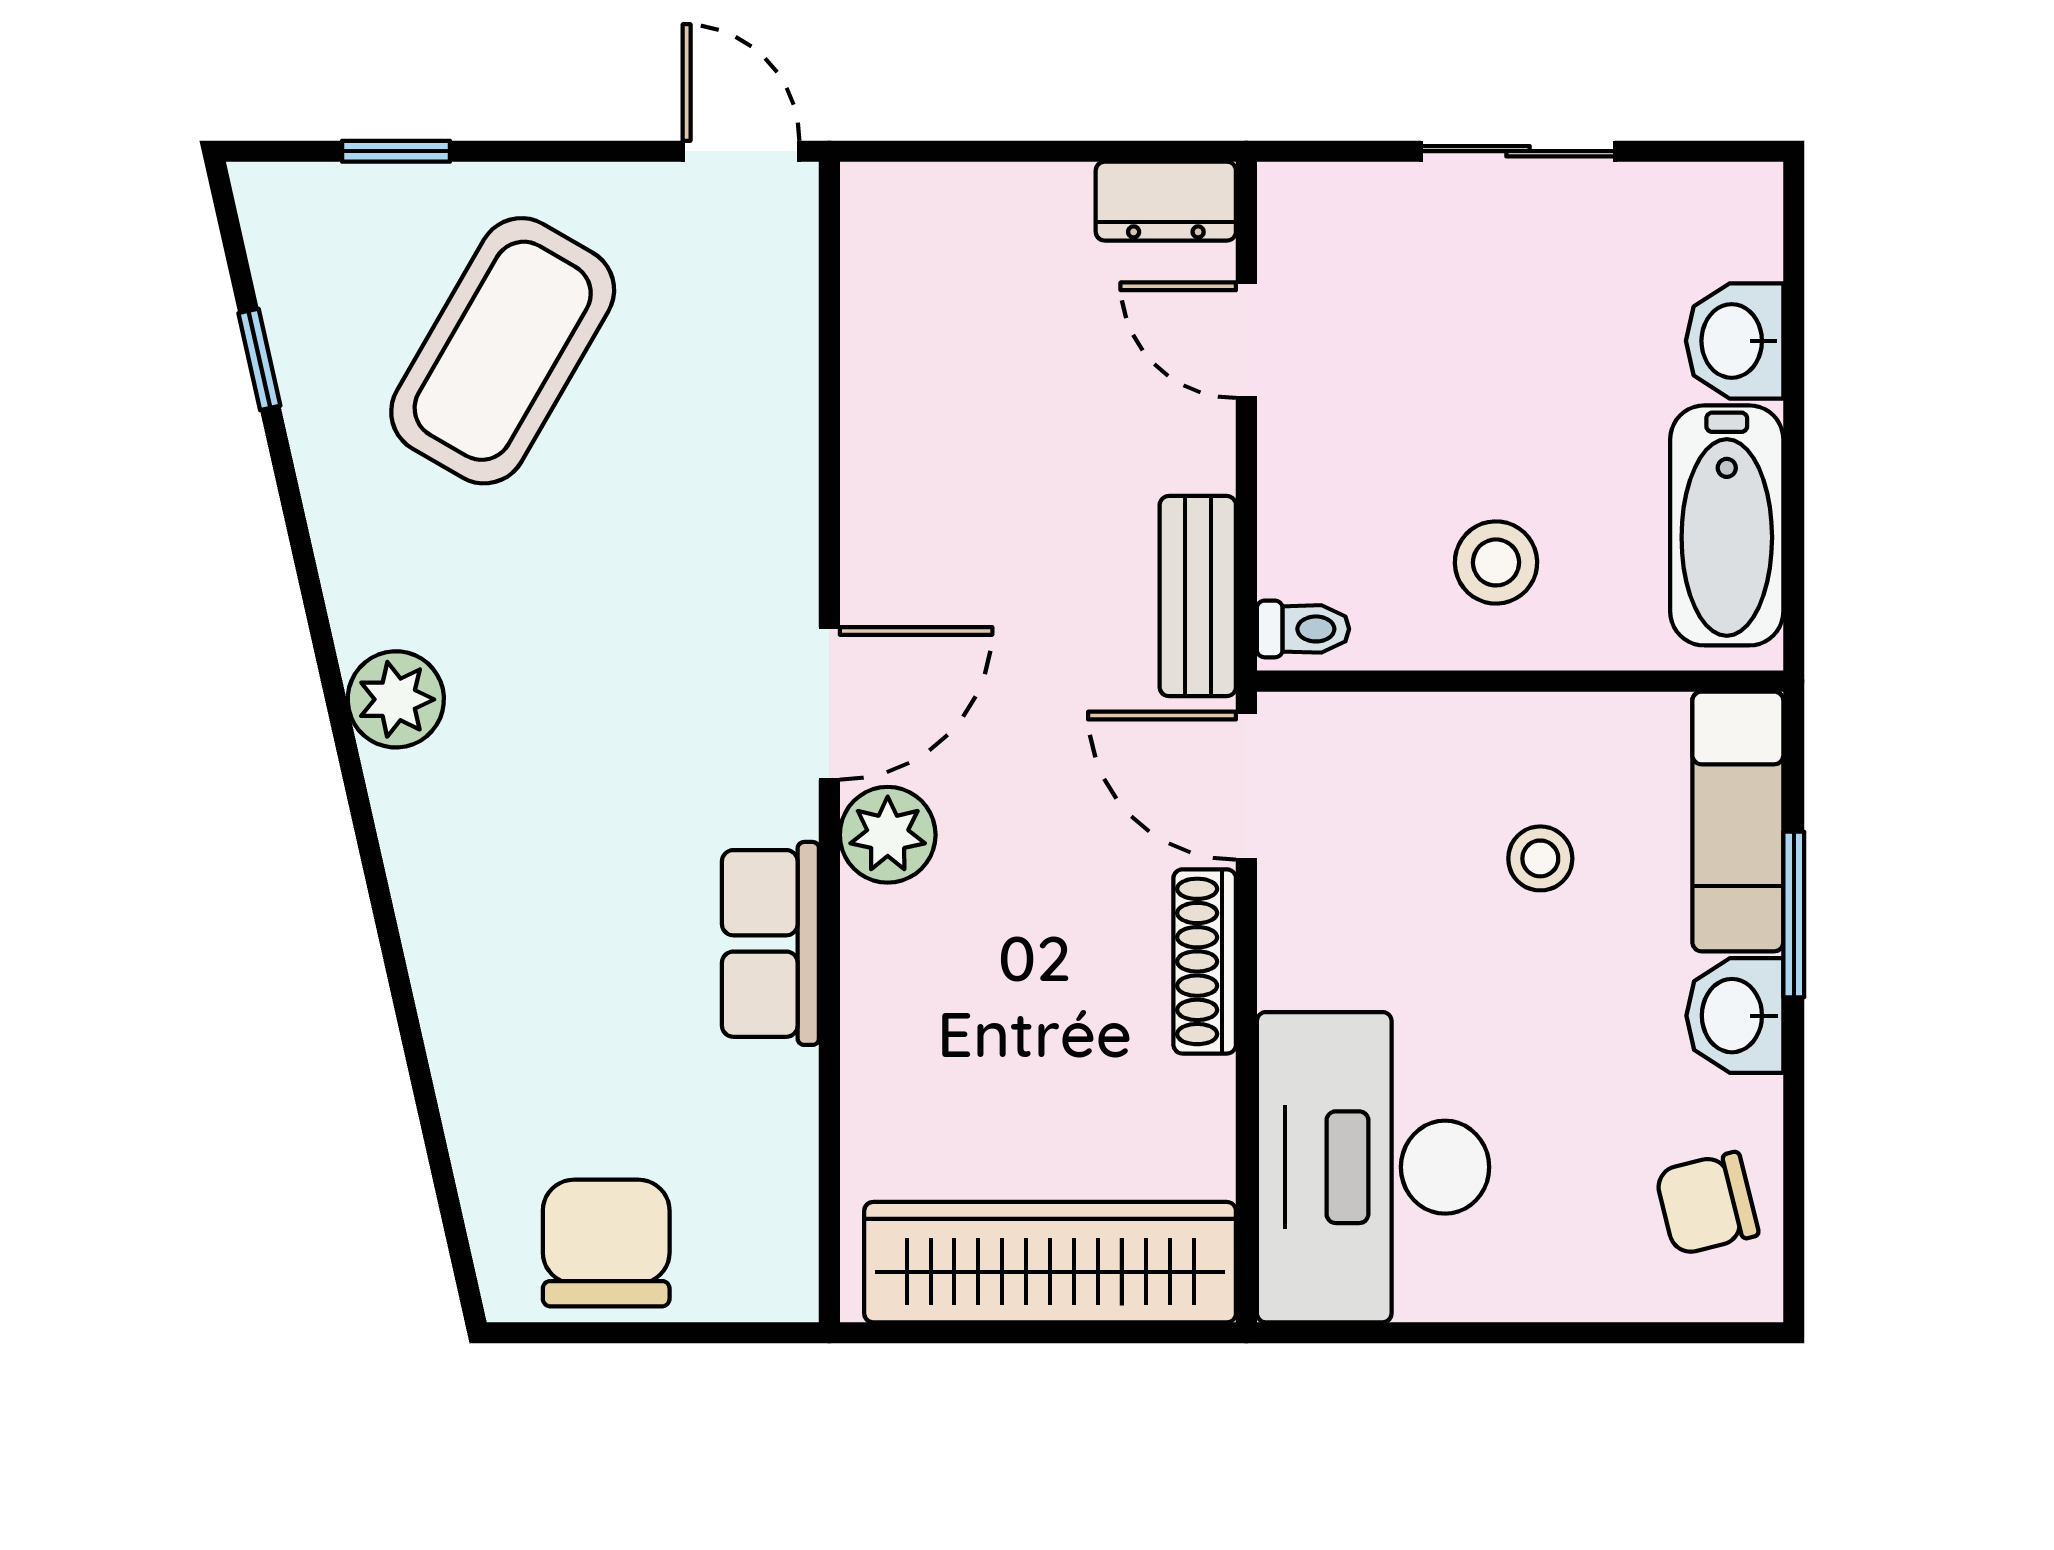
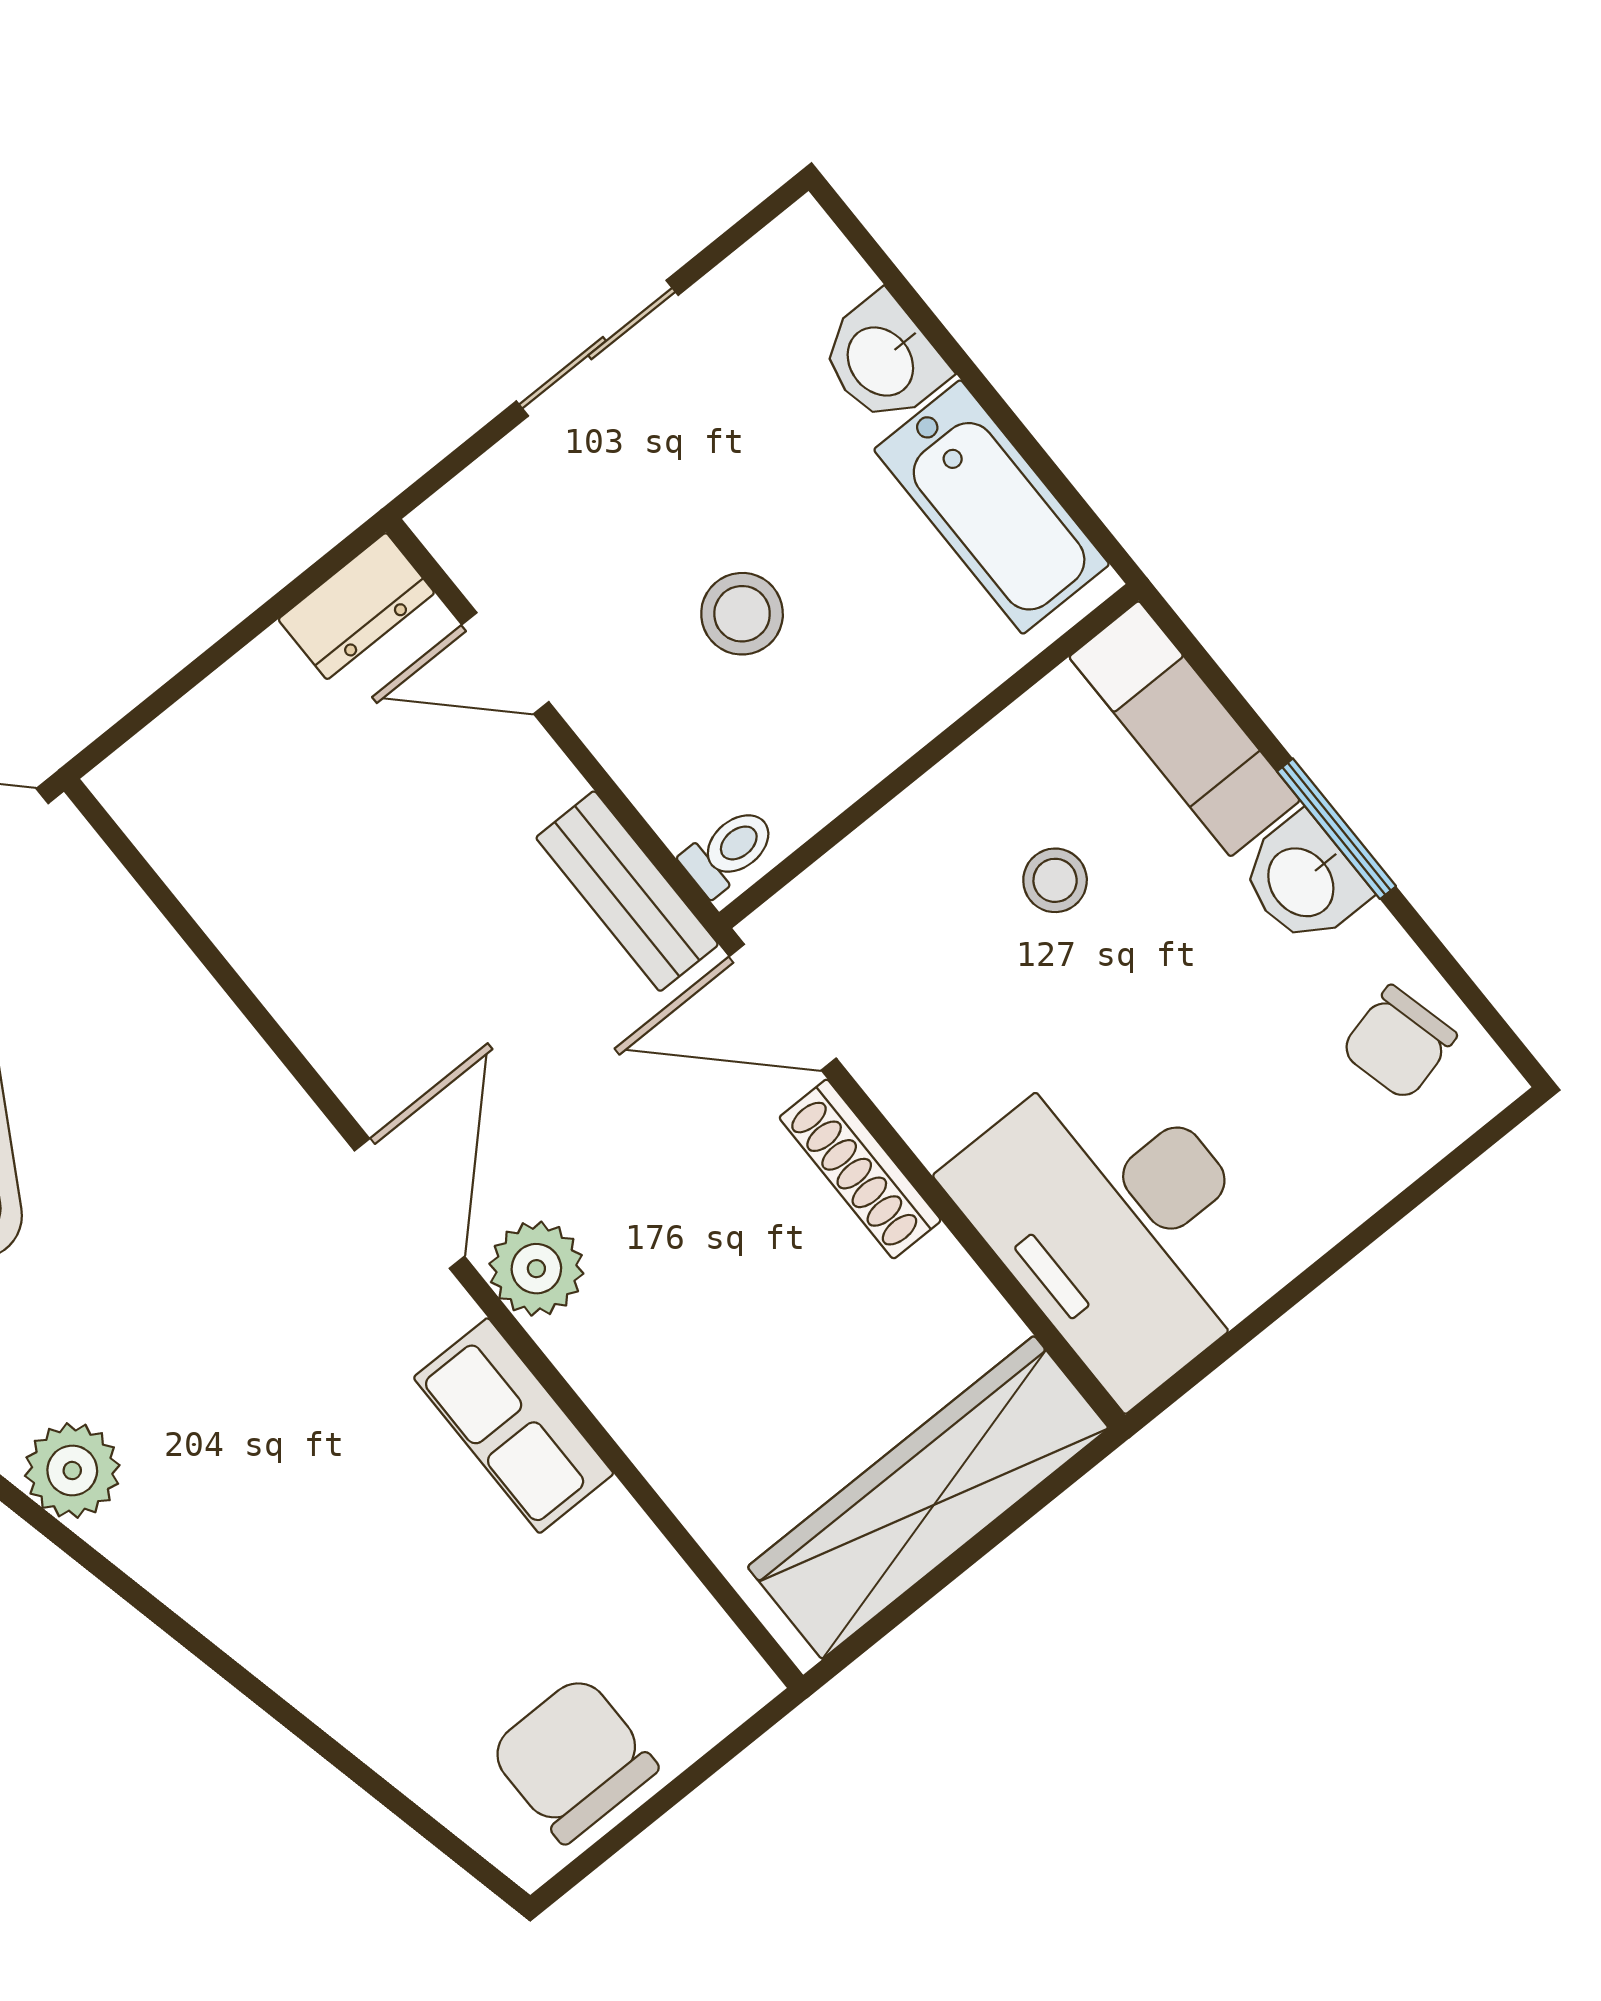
stool: (1496, 562) -> (742, 614), moved
window: (1794, 915) -> (1336, 829), moved

